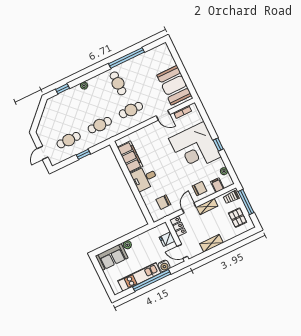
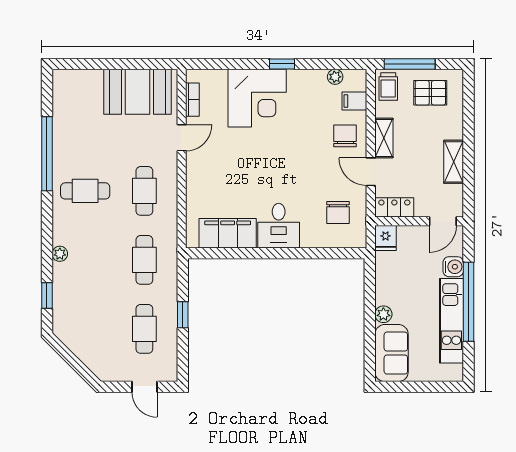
corner desk: (195, 148) -> (257, 98), width x0.74, depth x0.74
fridge: (167, 239) -> (385, 238), moved

